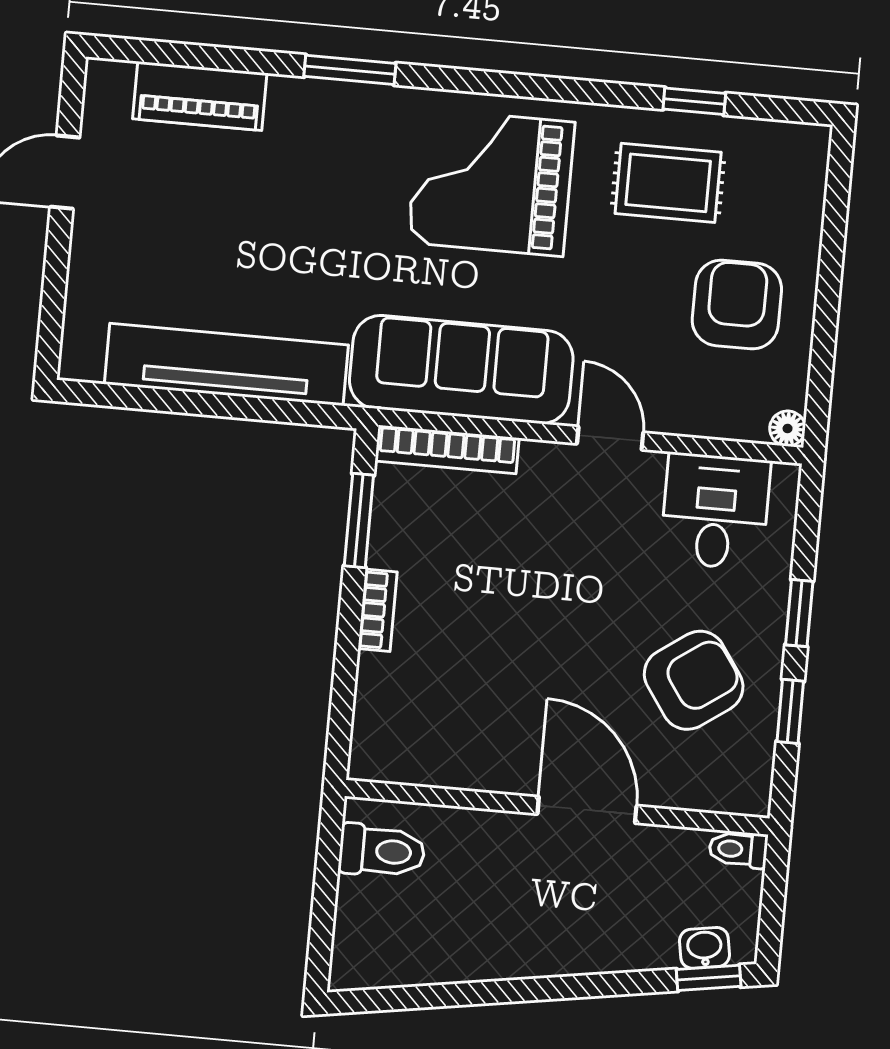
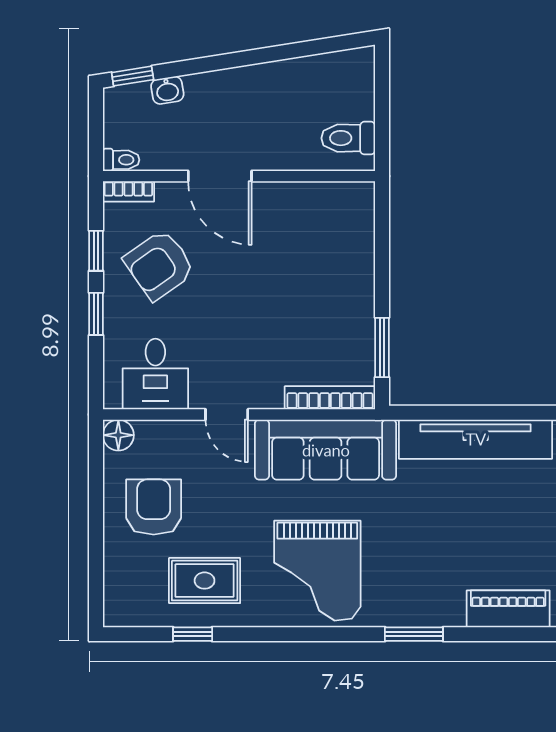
grand piano: (491, 182) -> (317, 571), turned 90
armchair: (737, 305) -> (154, 507), turned 180
floor lamp: (788, 429) -> (118, 435), width x1.37, depth x1.37
bookcase: (378, 610) -> (128, 191), moved, turned -90
washbasin: (704, 948) -> (167, 90), moved

